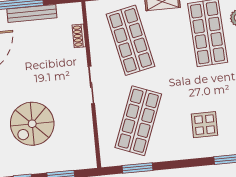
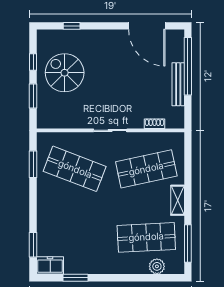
spiral stairs: (32, 124) -> (65, 73), moved
display table: (205, 125) -> (66, 227), removed

